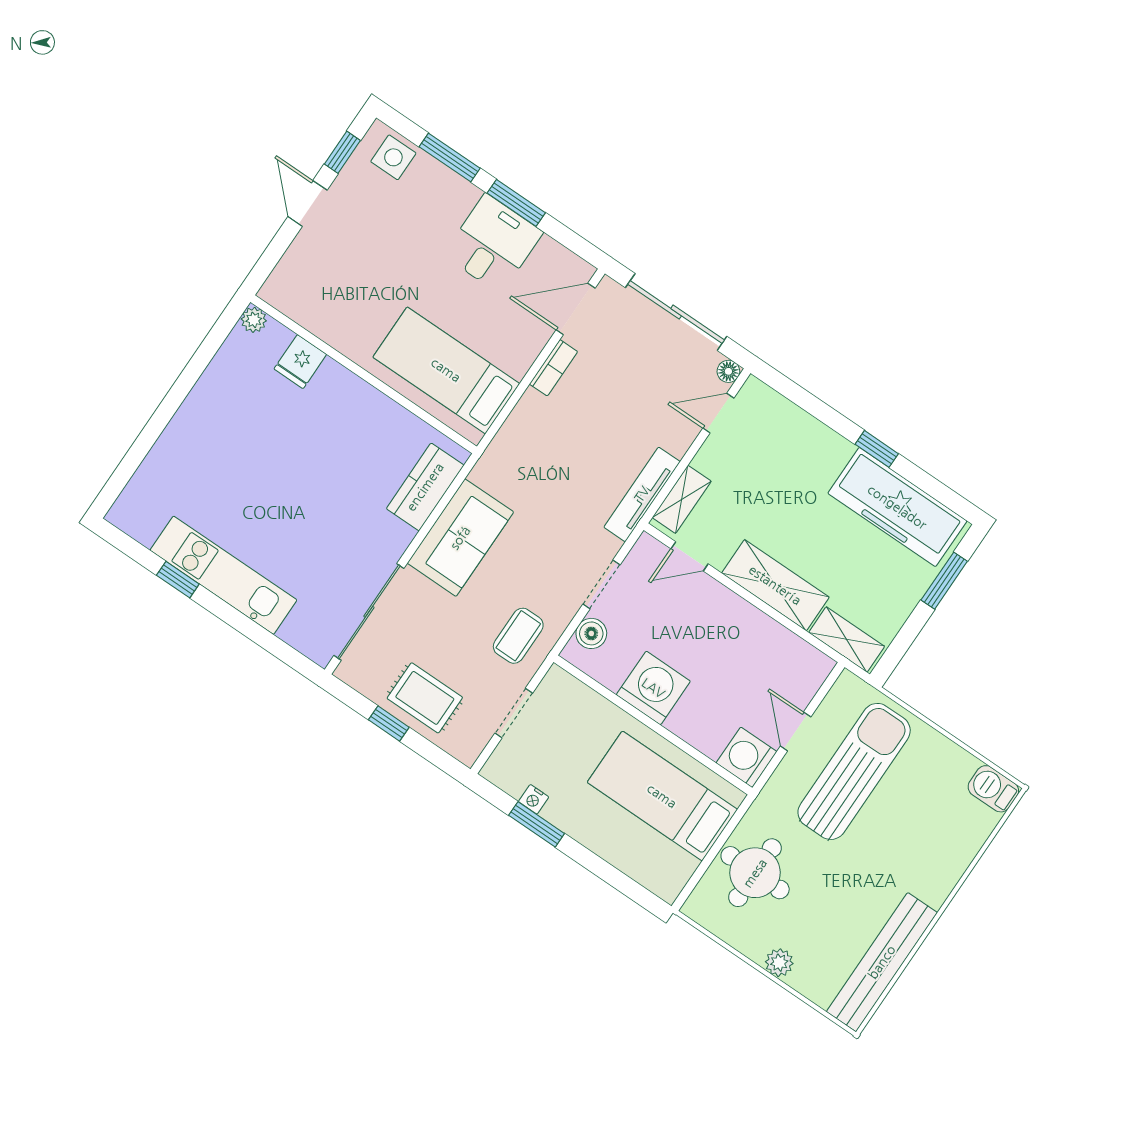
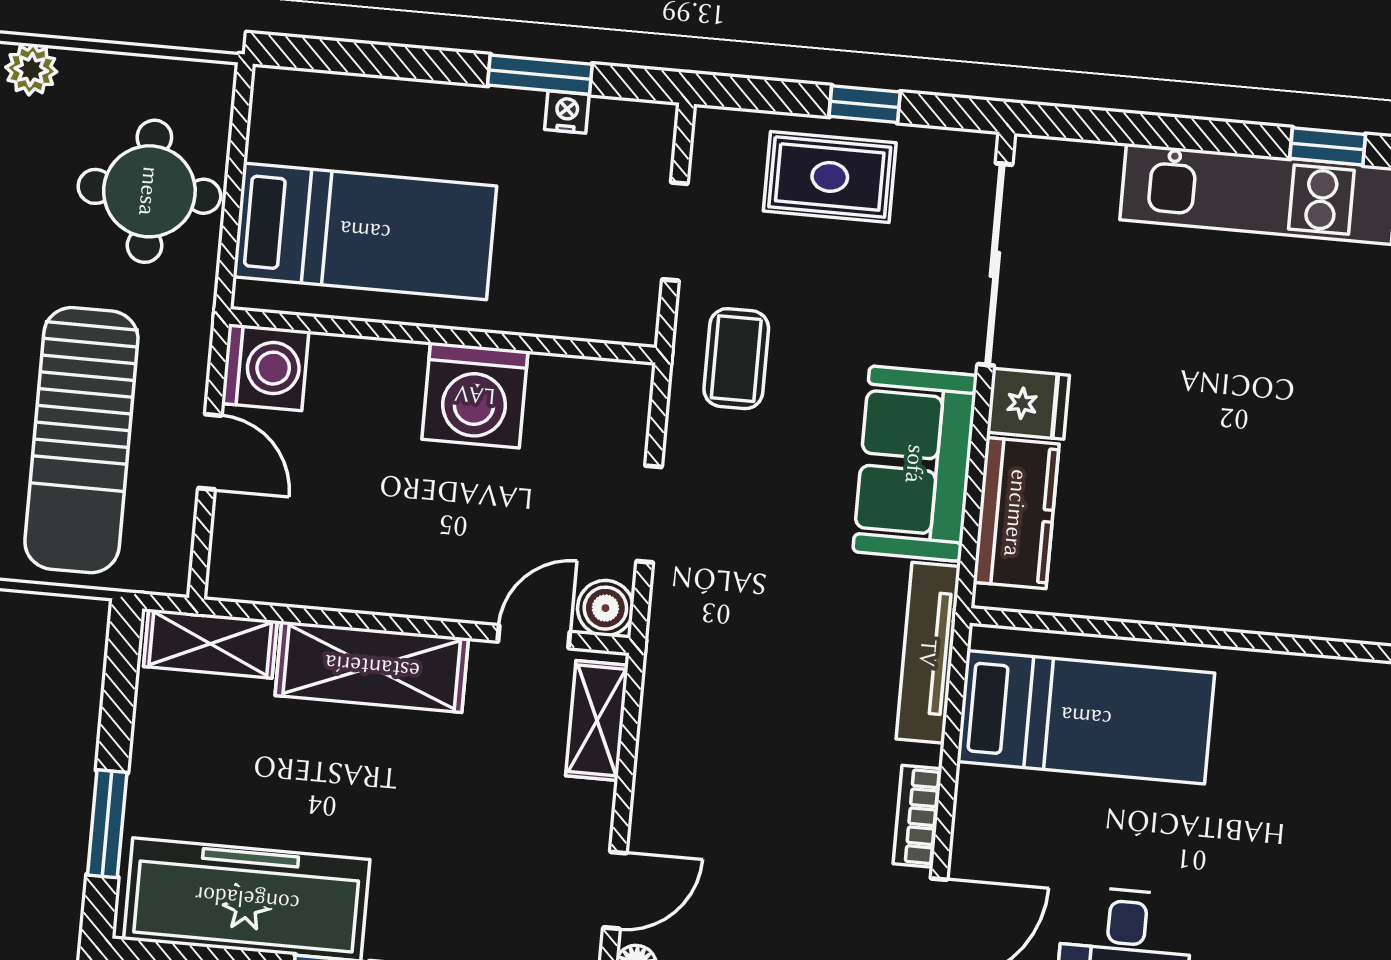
fridge: (300, 362) -> (1028, 404), moved, turned 90
tv unit: (642, 494) -> (928, 653), moved, turned 180
boiler: (591, 633) -> (605, 608), moved

